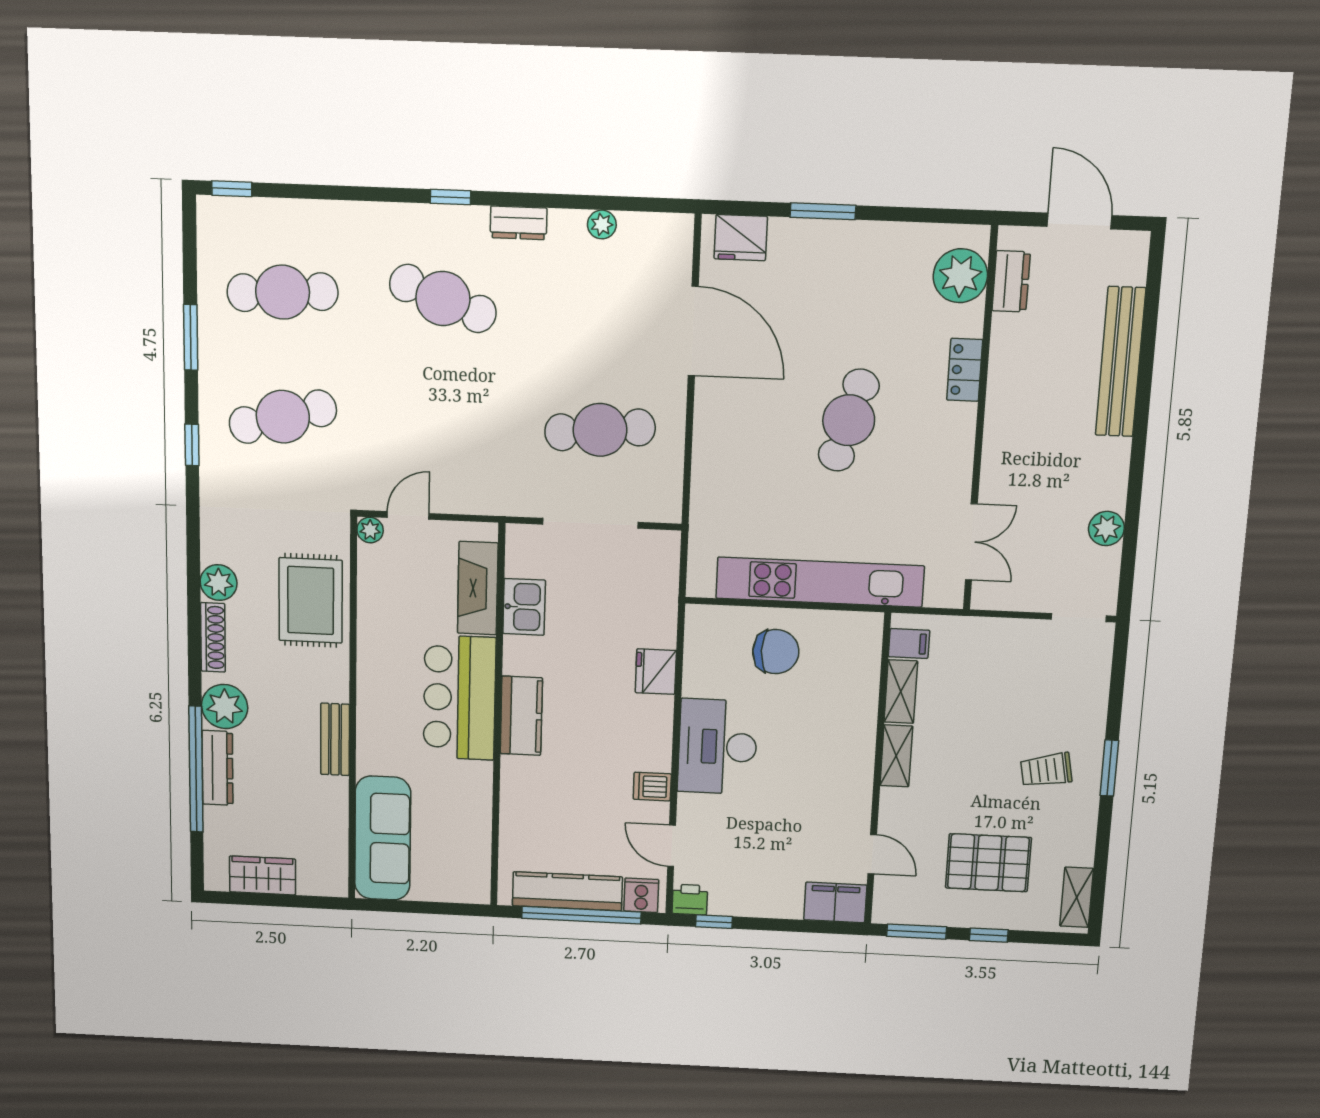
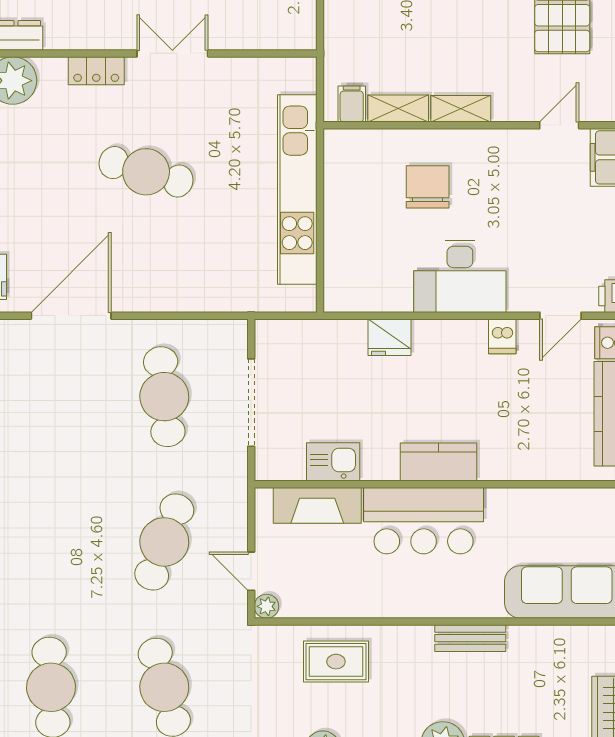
cafe table: (443, 298) -> (164, 542), moved
double door: (971, 542) -> (172, 53), moved
rug: (311, 600) -> (336, 662), width x0.73, depth x0.70
chair: (776, 652) -> (428, 187), moved

